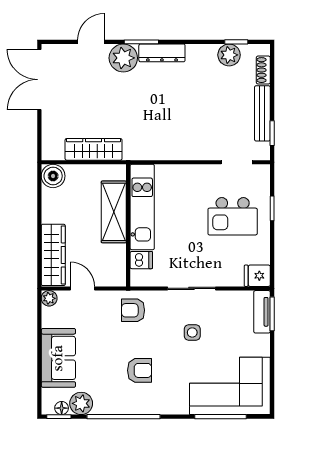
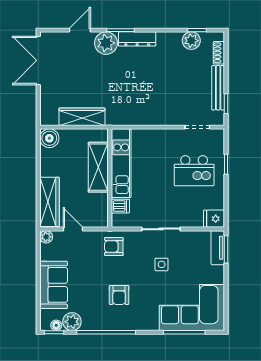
armchair: (140, 370) -> (119, 295), turned 90

